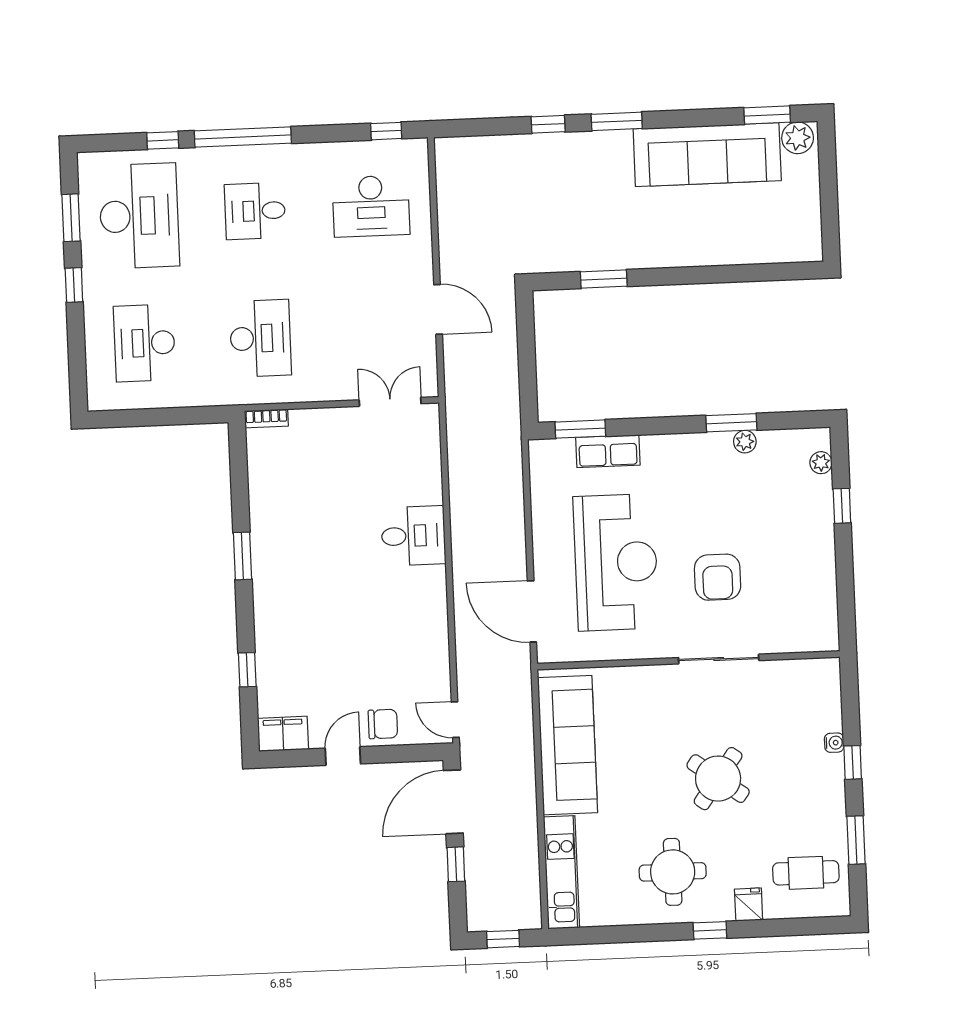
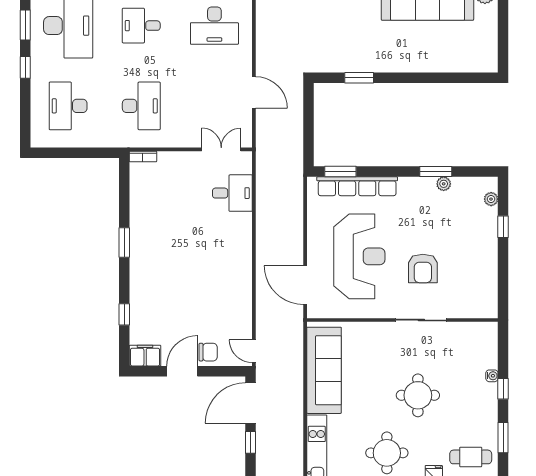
row of seats: (608, 451) -> (357, 186), width x2.02
desk: (413, 536) -> (232, 193), moved
door: (343, 756) -> (182, 371), width x1.37
round table: (718, 779) -> (418, 395), turned -36

